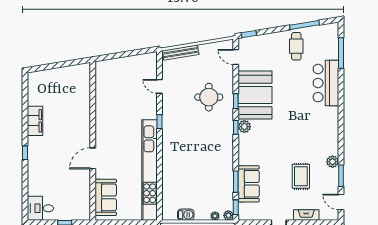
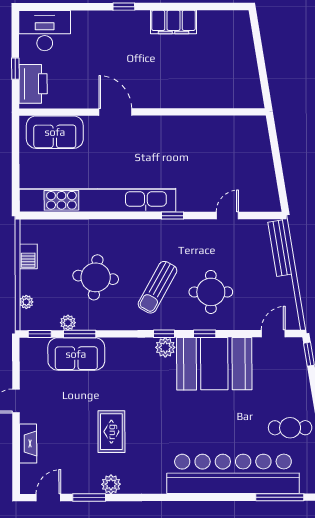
bar counter: (326, 83) -> (233, 474), width x1.86
sun lounger: (206, 131) -> (157, 287), added
round table: (199, 171) -> (96, 277), added
rug: (301, 176) -> (111, 432), moved, turned 90
desk: (40, 208) -> (45, 31), width x1.37
printer: (75, 211) -> (33, 84), added
plant: (228, 215) -> (68, 323), moved

